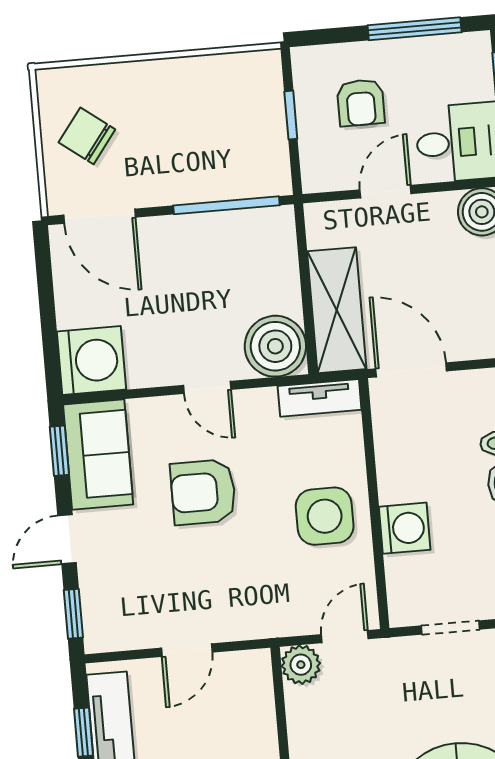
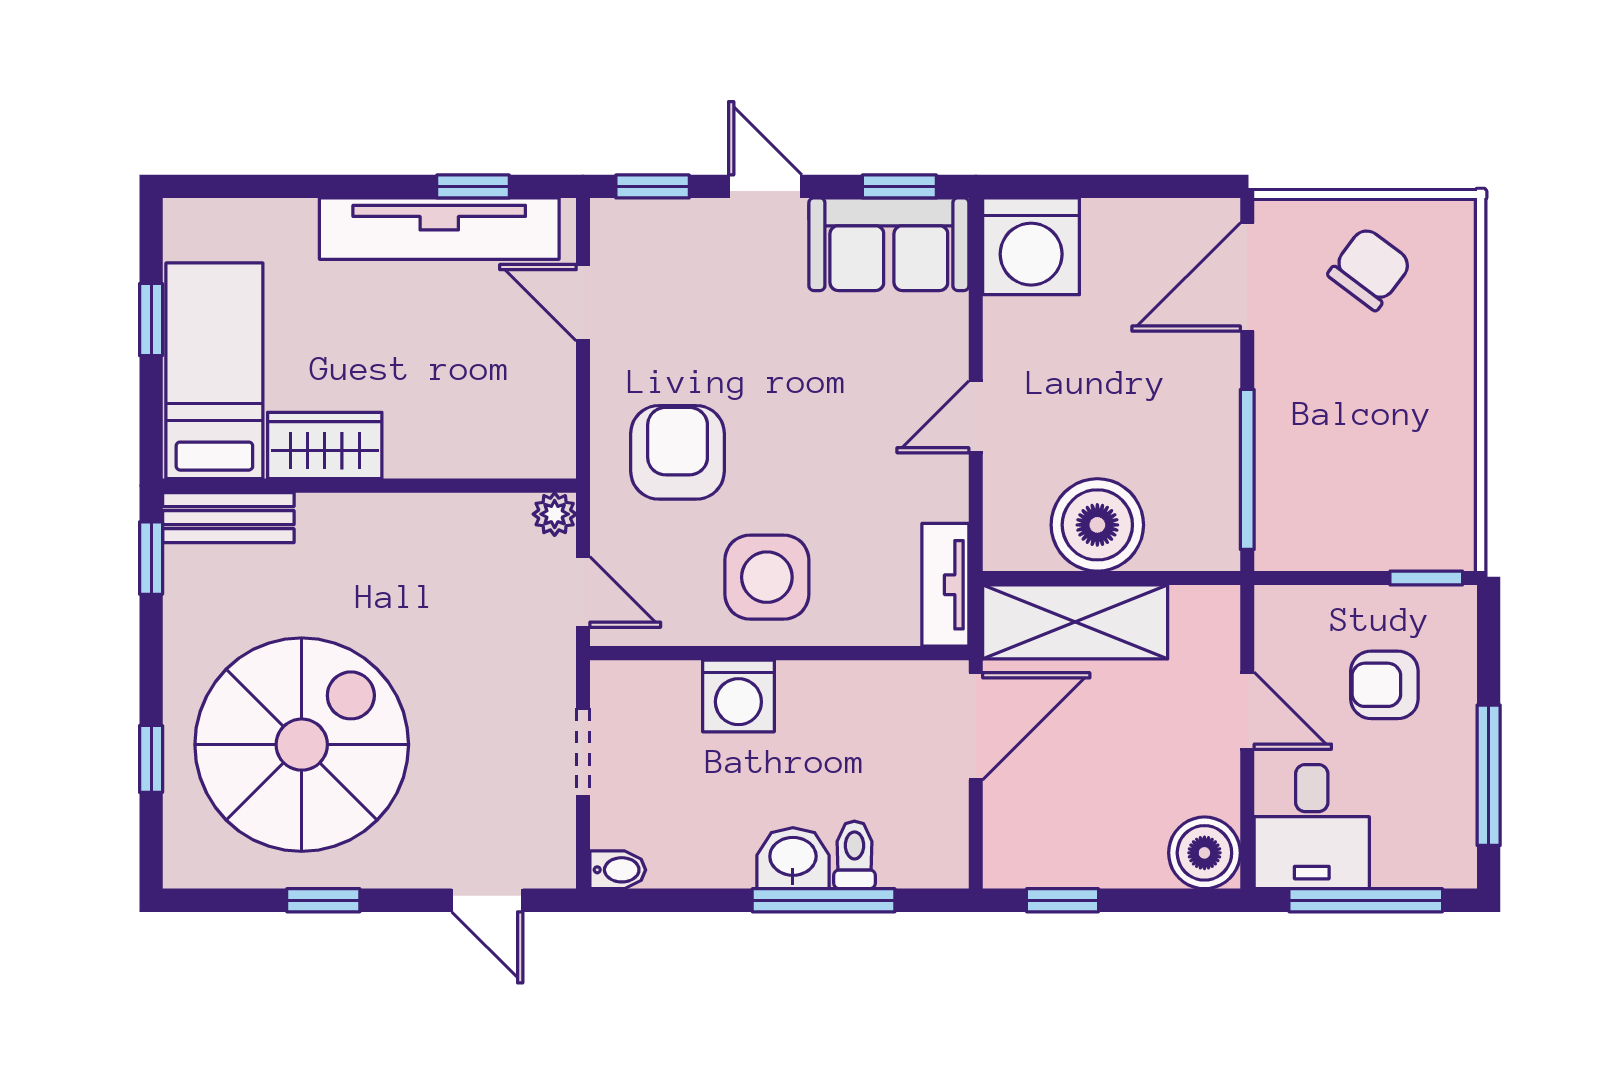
window: (291, 115) -> (1426, 578), moved
boiler: (275, 346) -> (1097, 525), moved
armchair: (203, 492) -> (678, 452), moved
door: (187, 650) -> (583, 303), moved
plant: (301, 665) -> (555, 514), width x0.73, depth x0.73

